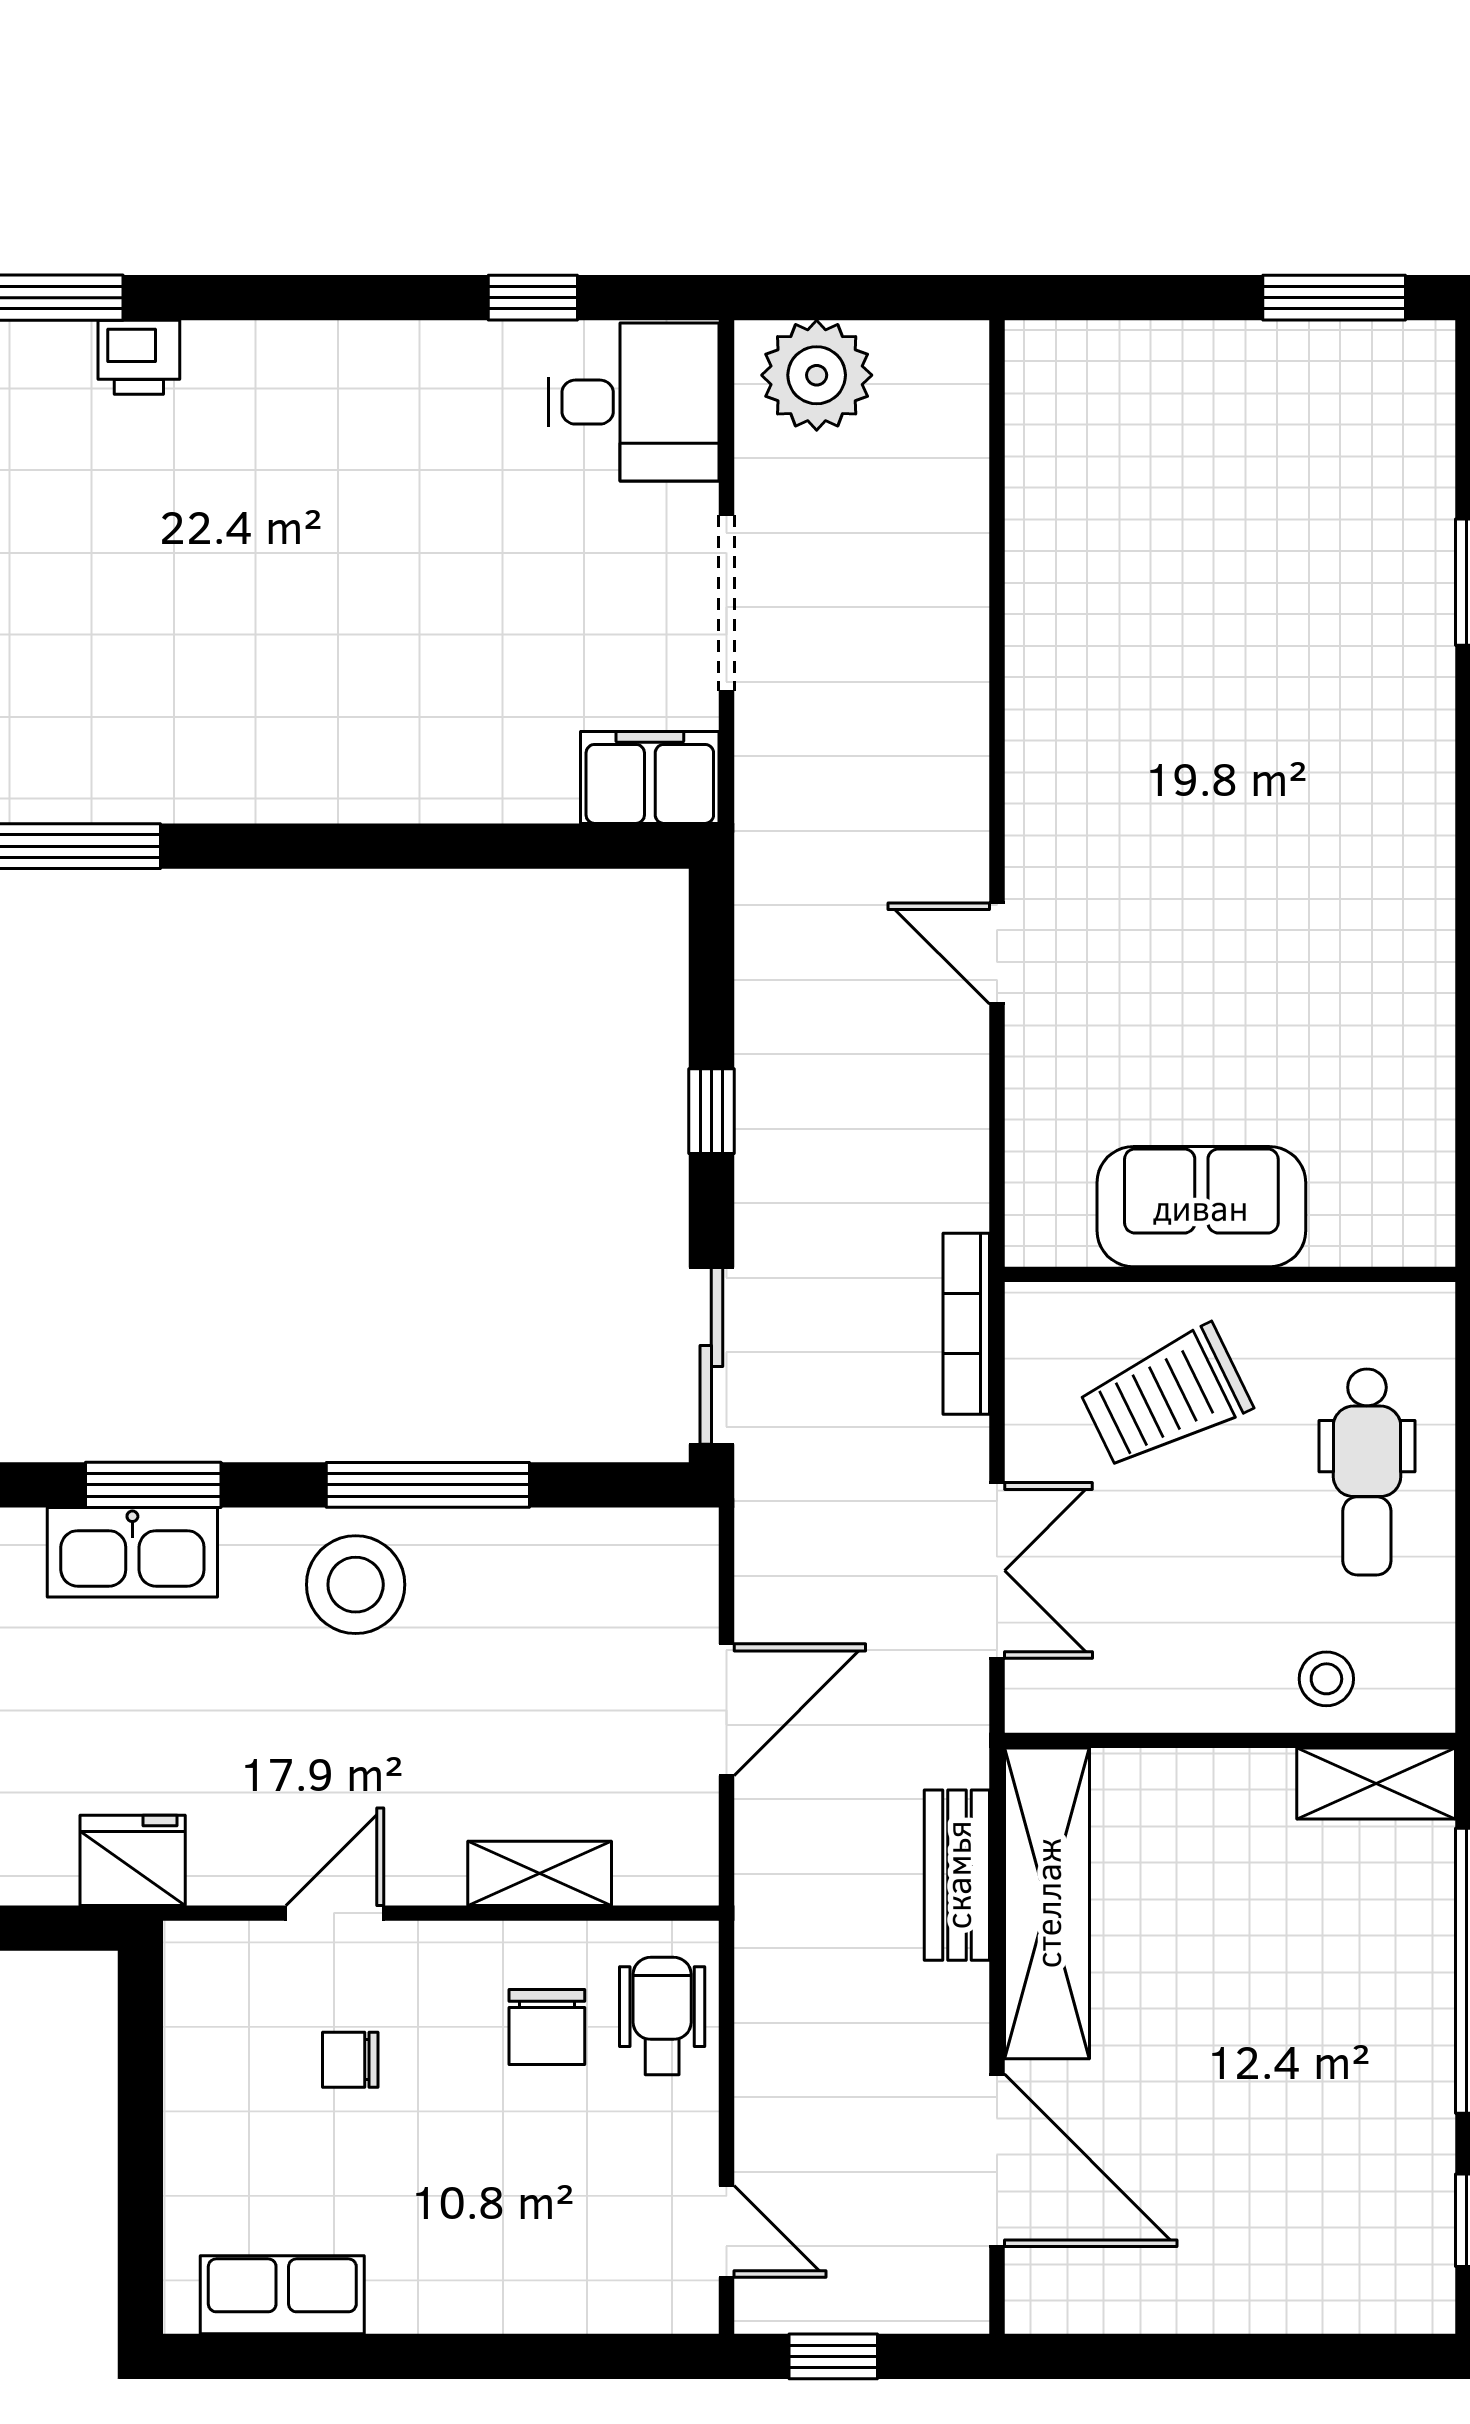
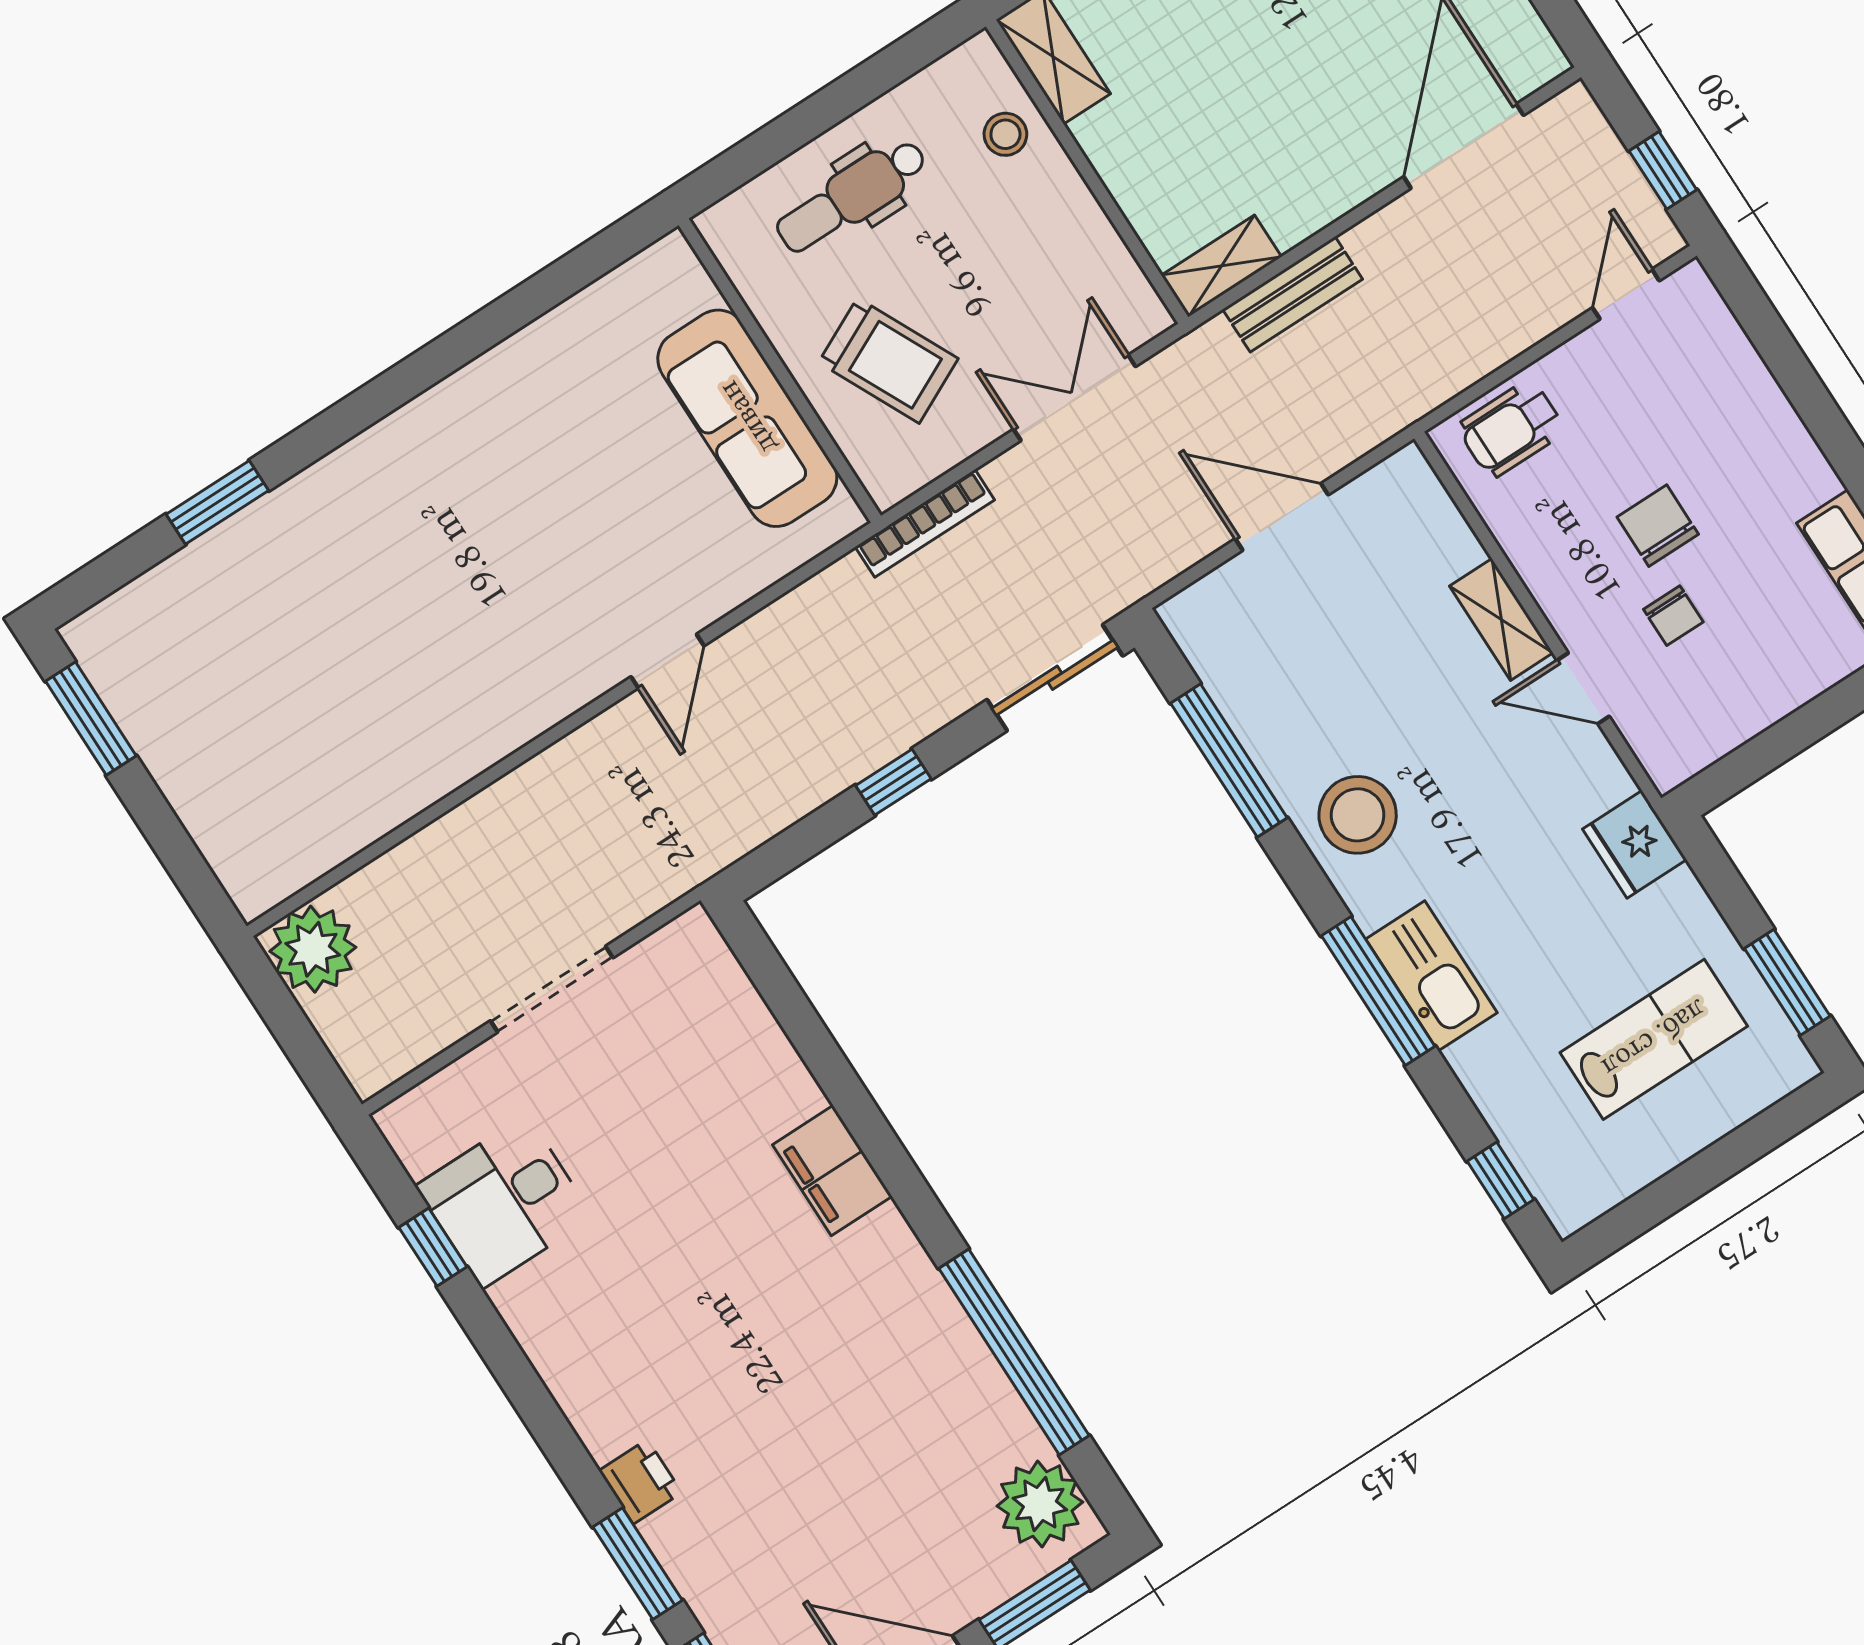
plant: (817, 375) -> (313, 949), moved
desk: (634, 402) -> (504, 1202), moved, turned -90
filing cabinet: (650, 777) -> (832, 1171), moved
sofa: (1201, 1207) -> (747, 418), width x1.36
dental chair: (1367, 1472) -> (852, 196), turned 180
window: (153, 1485) -> (1378, 991), width x1.44
window: (428, 1485) -> (1229, 760), moved
shelving: (540, 1873) -> (1501, 619), moved
shelving: (1047, 1903) -> (1221, 266), width x0.45, depth x0.75
chair: (547, 2027) -> (1658, 526), moved, turned -90

